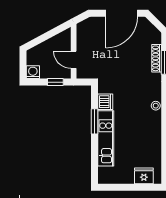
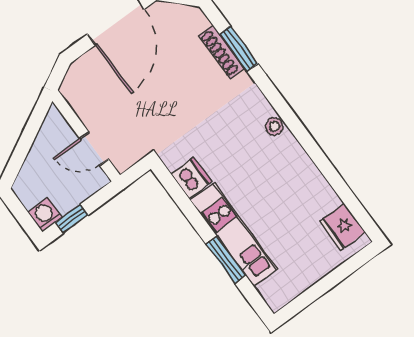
window: (55, 82) -> (72, 219), moved
window: (95, 121) -> (226, 260), moved
fridge: (144, 176) -> (342, 227), moved, turned -90

